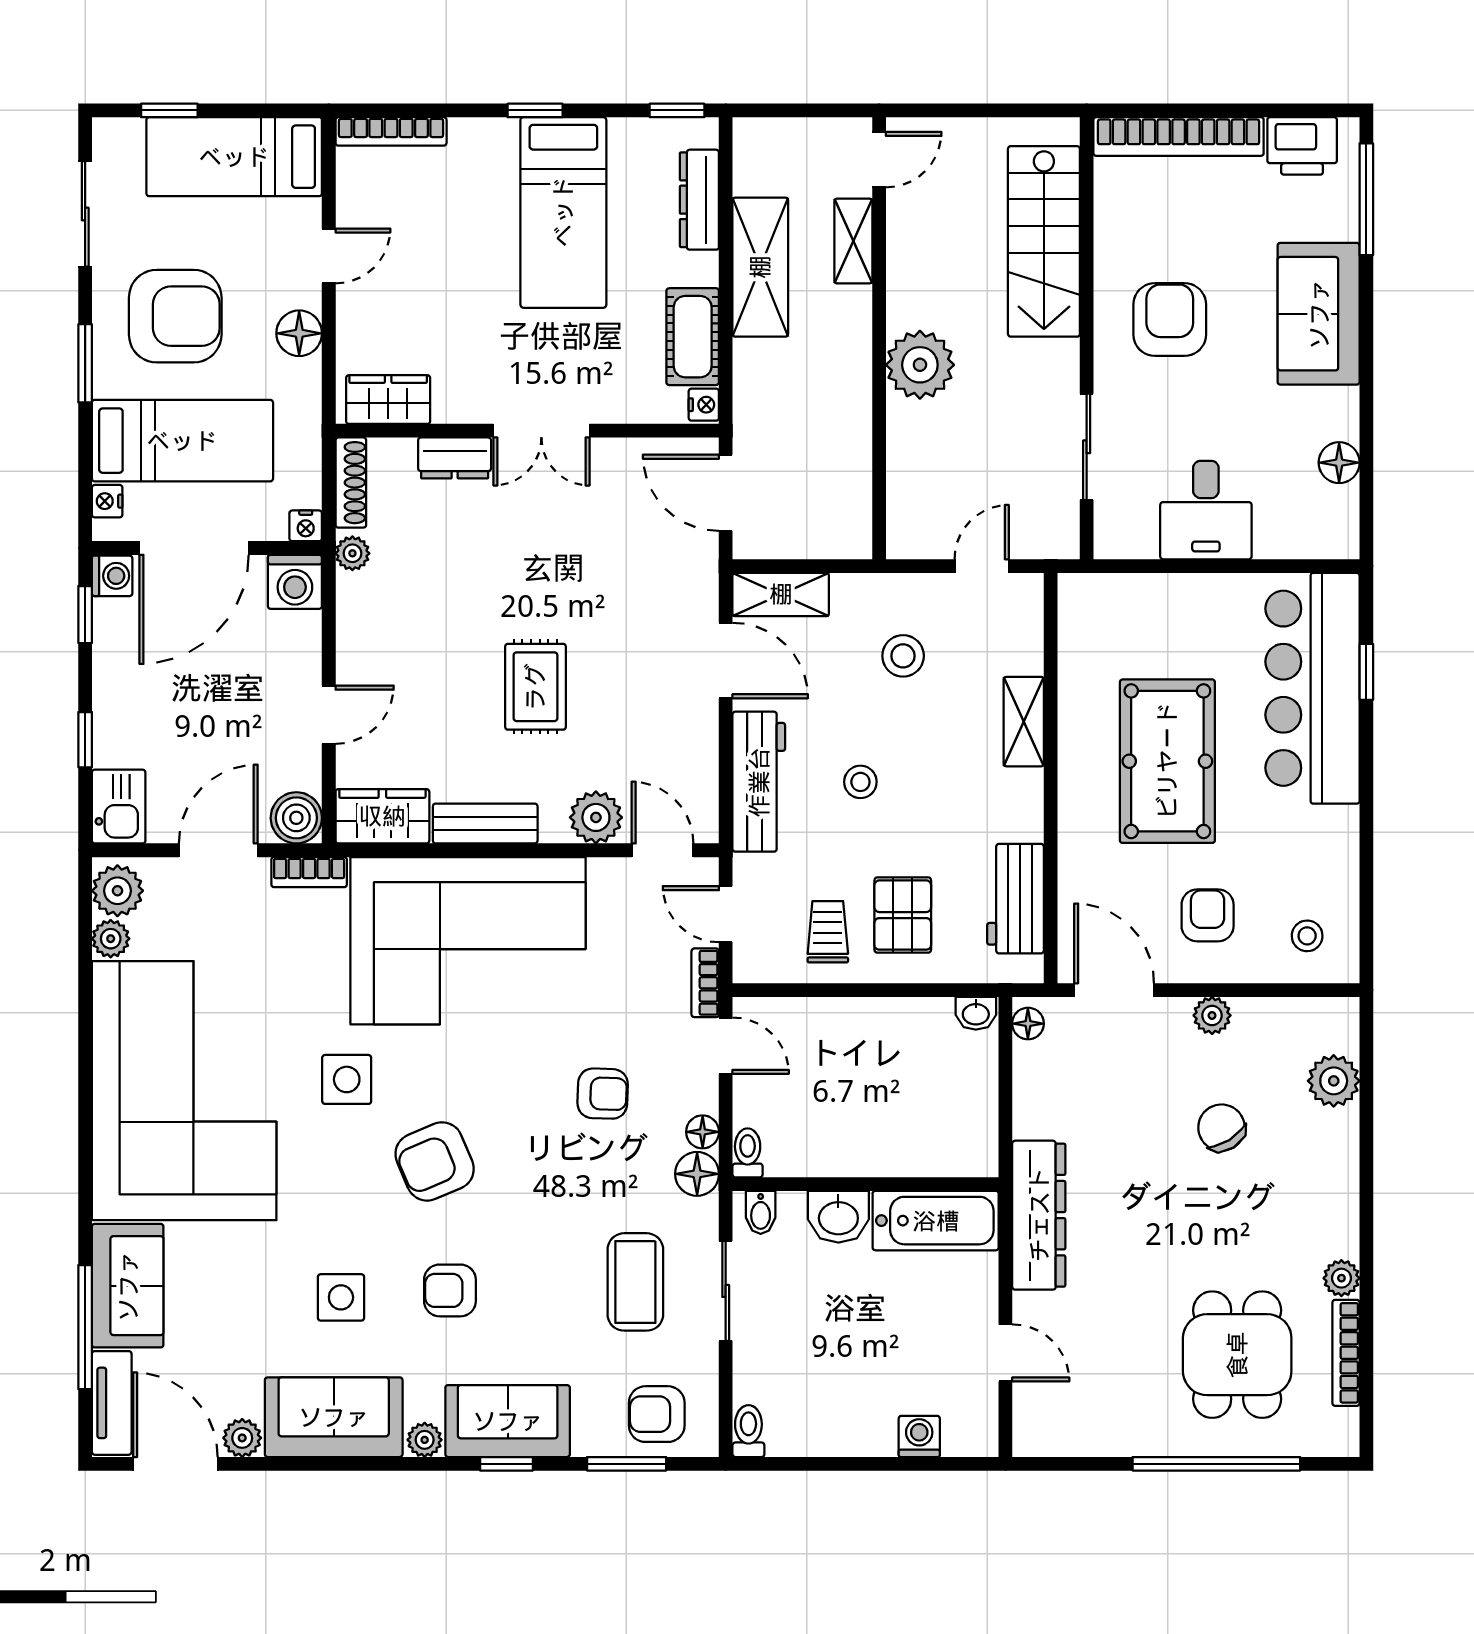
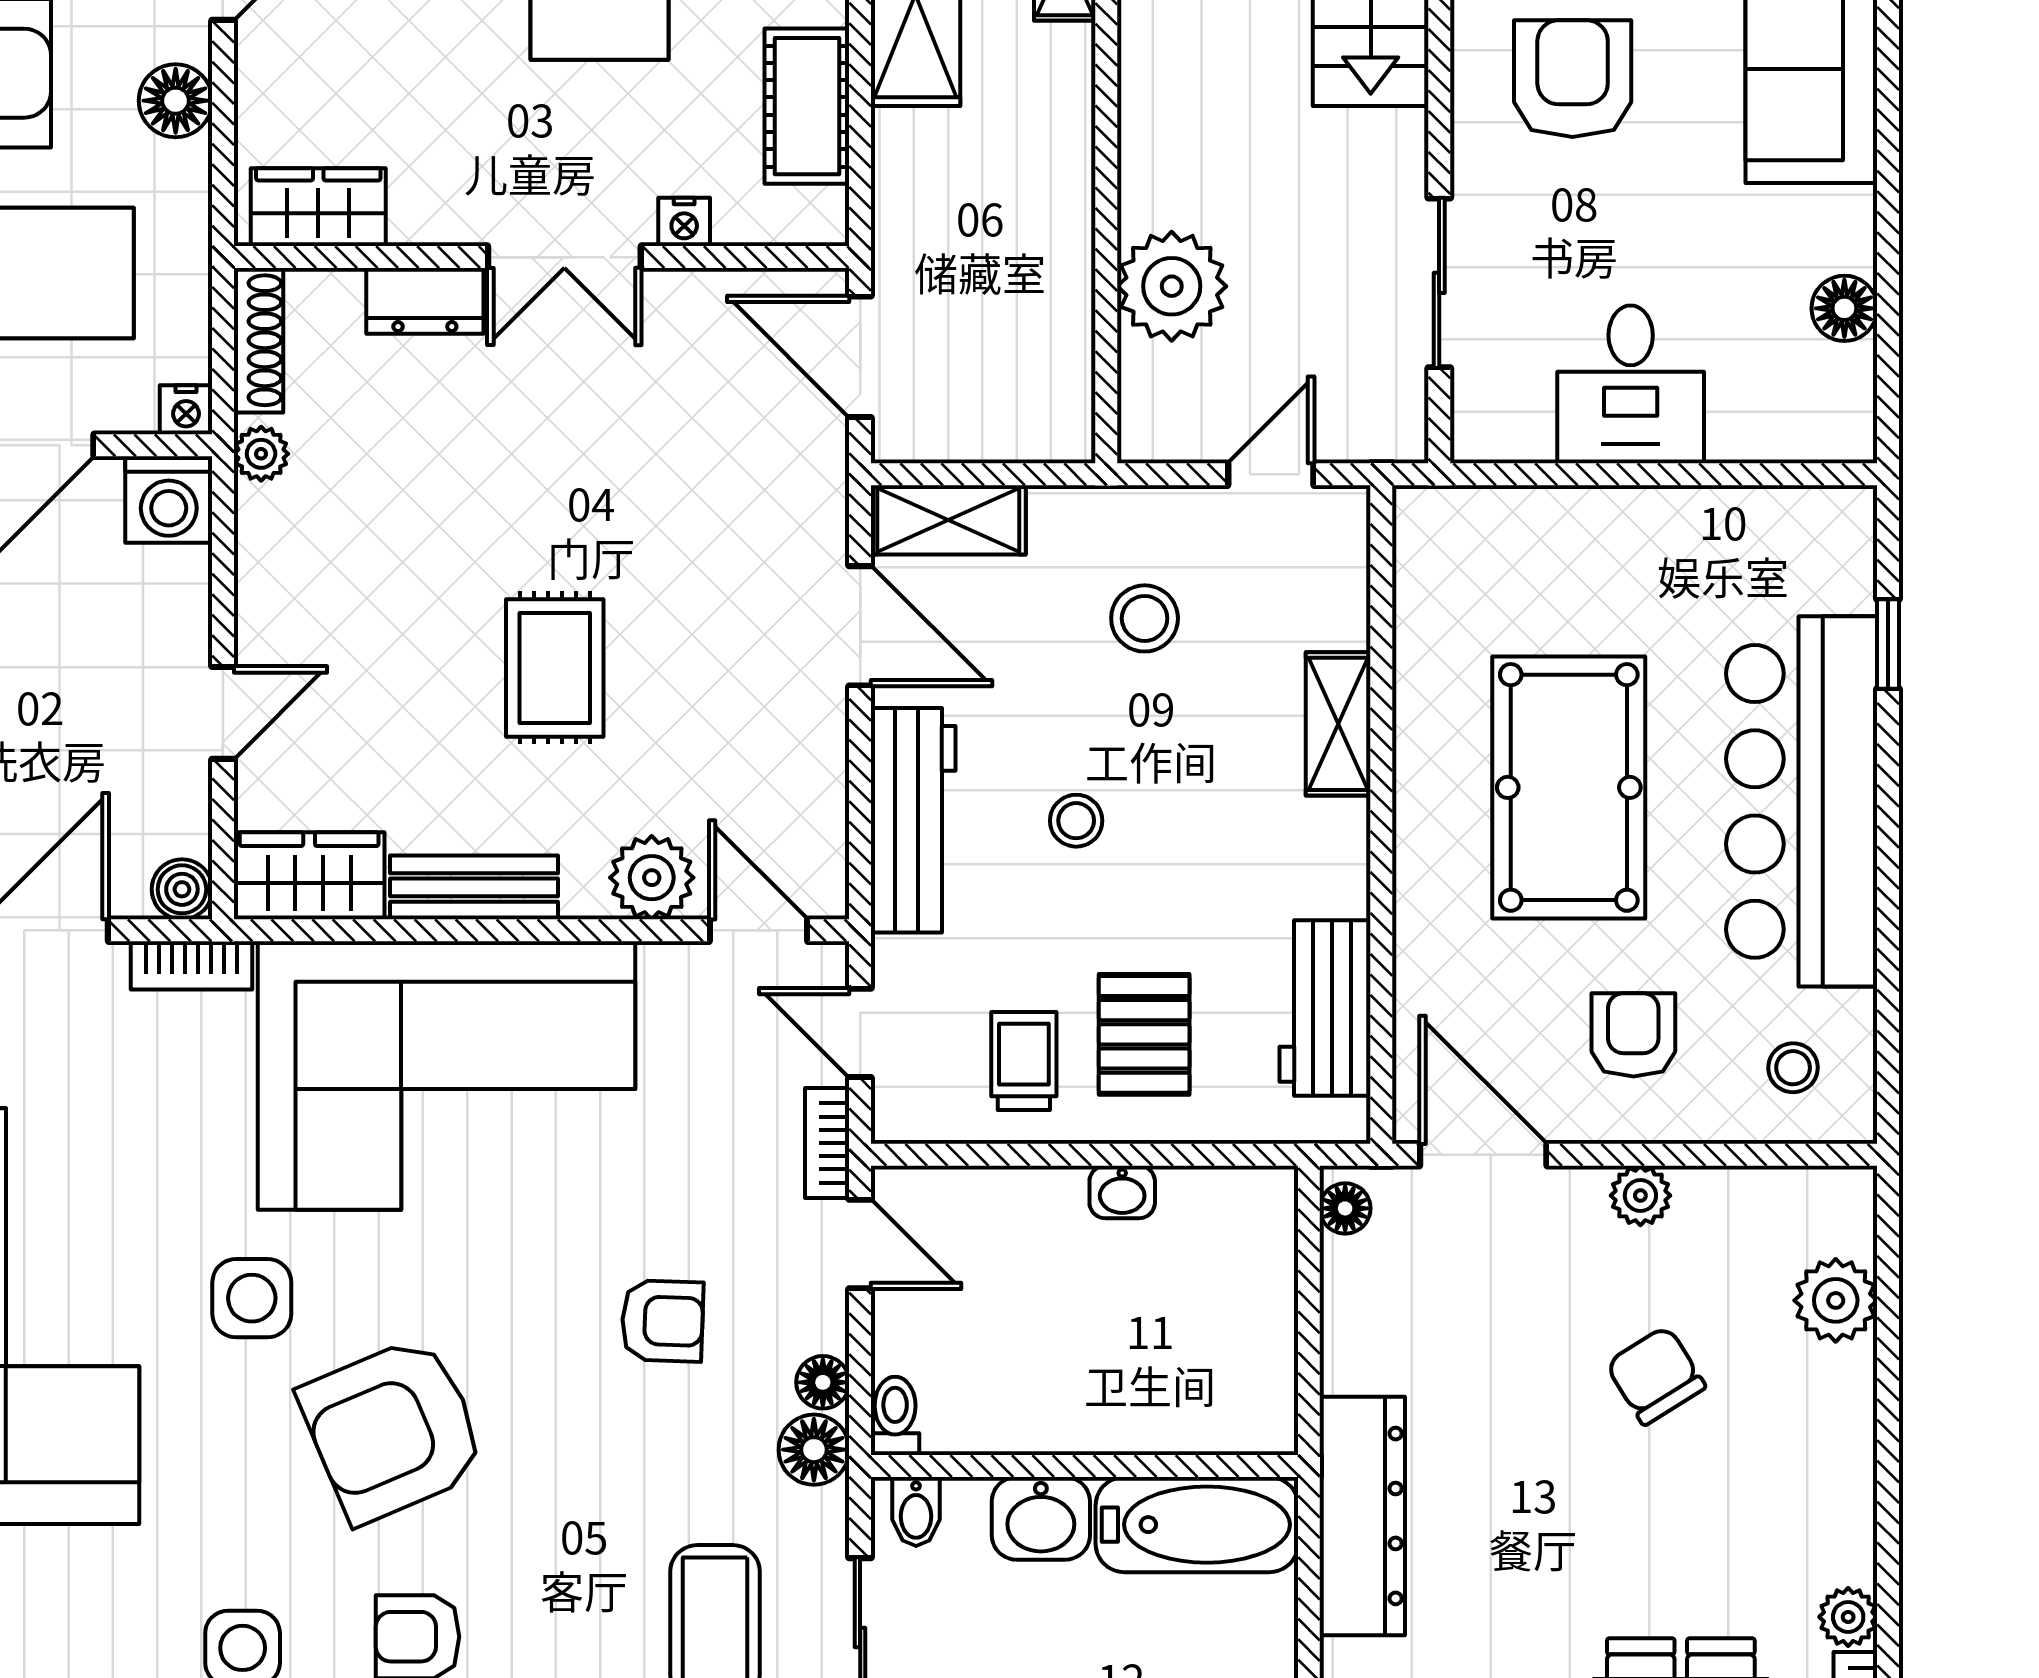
plant: (920, 365) -> (1172, 286), moved
nightstand: (704, 405) -> (684, 222), moved, turned 90
bar counter: (1313, 688) -> (1802, 801), moved
boiler: (296, 818) -> (182, 889), width x0.73, depth x0.73
washbasin: (976, 1013) -> (1122, 1192), moved
armchair: (435, 1161) -> (393, 1430), width x1.36, depth x1.36

